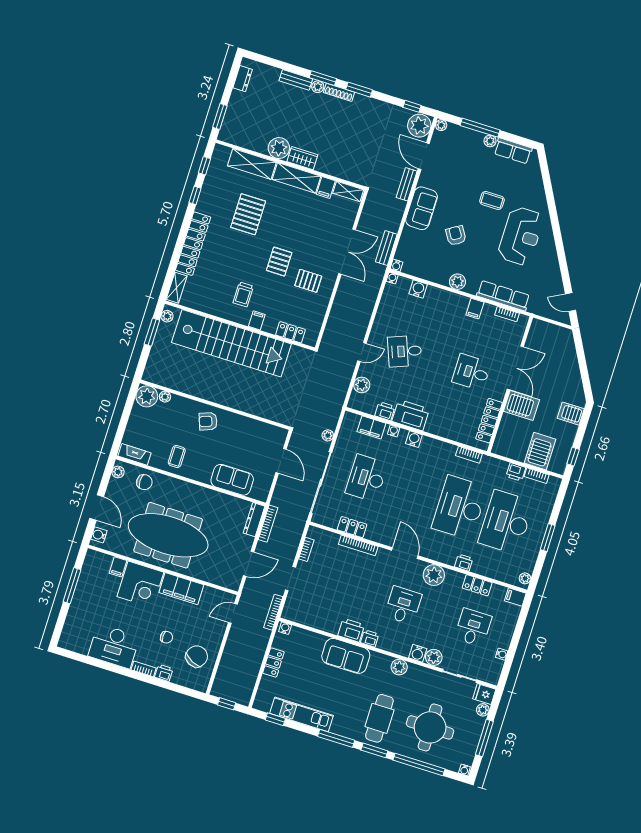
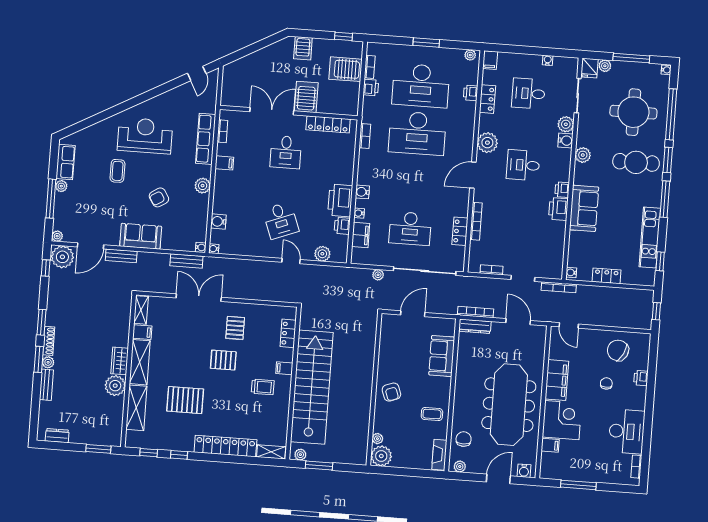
printer: (464, 563) -> (471, 93), moved
bookcase: (144, 669) -> (636, 467), moved

